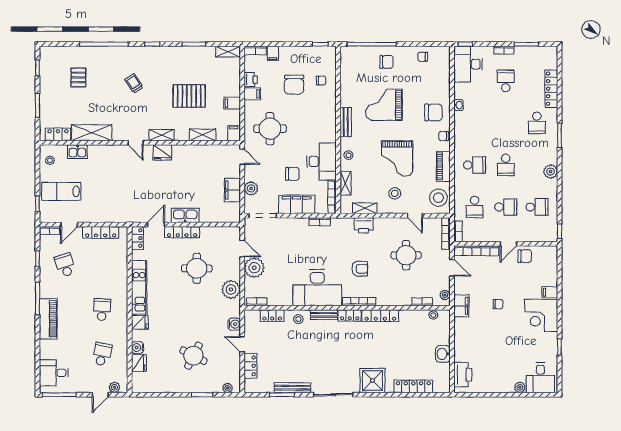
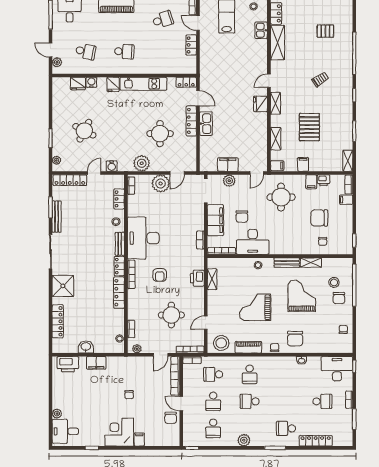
shelving: (346, 183) -> (311, 263), moved
stool: (395, 193) -> (334, 282), moved
locker: (101, 232) -> (191, 45), width x0.66
filing cabinet: (461, 306) -> (96, 363), moved
locker: (250, 366) -> (70, 180), width x1.53

